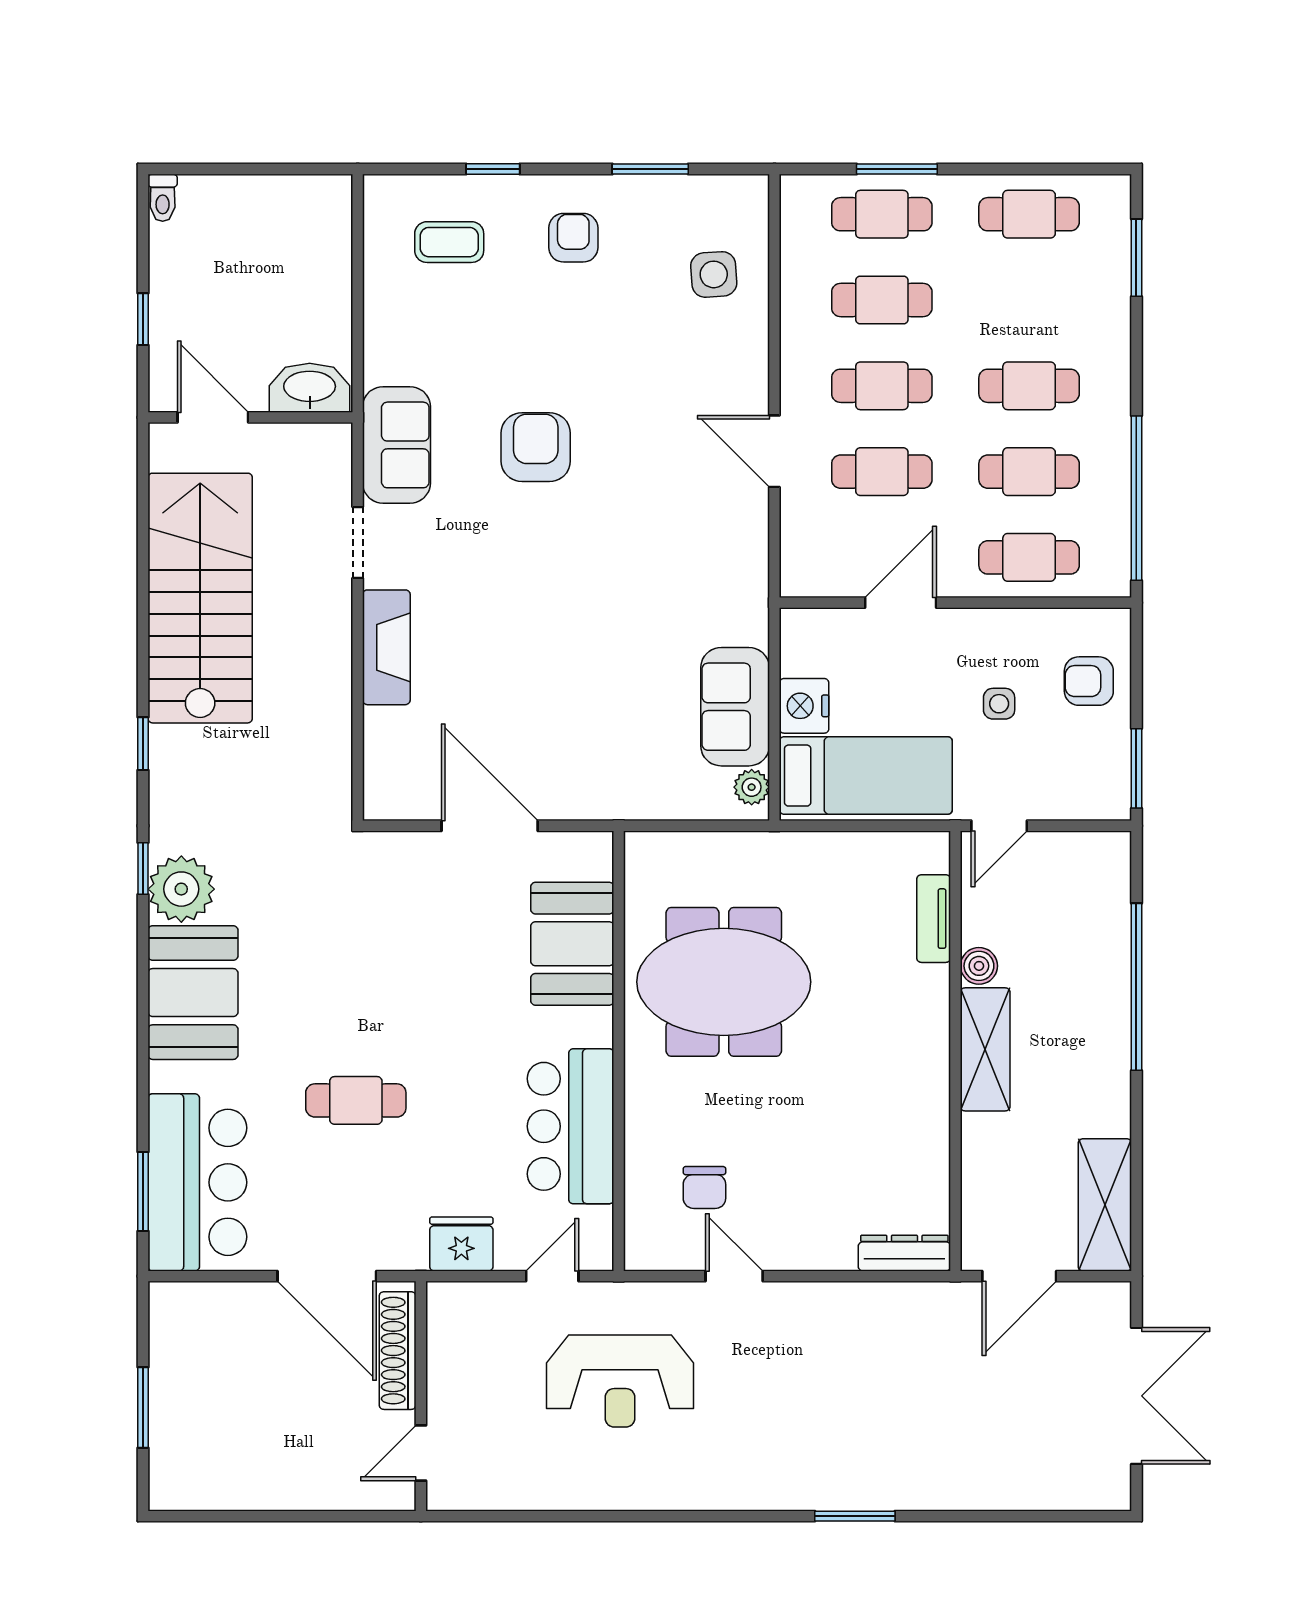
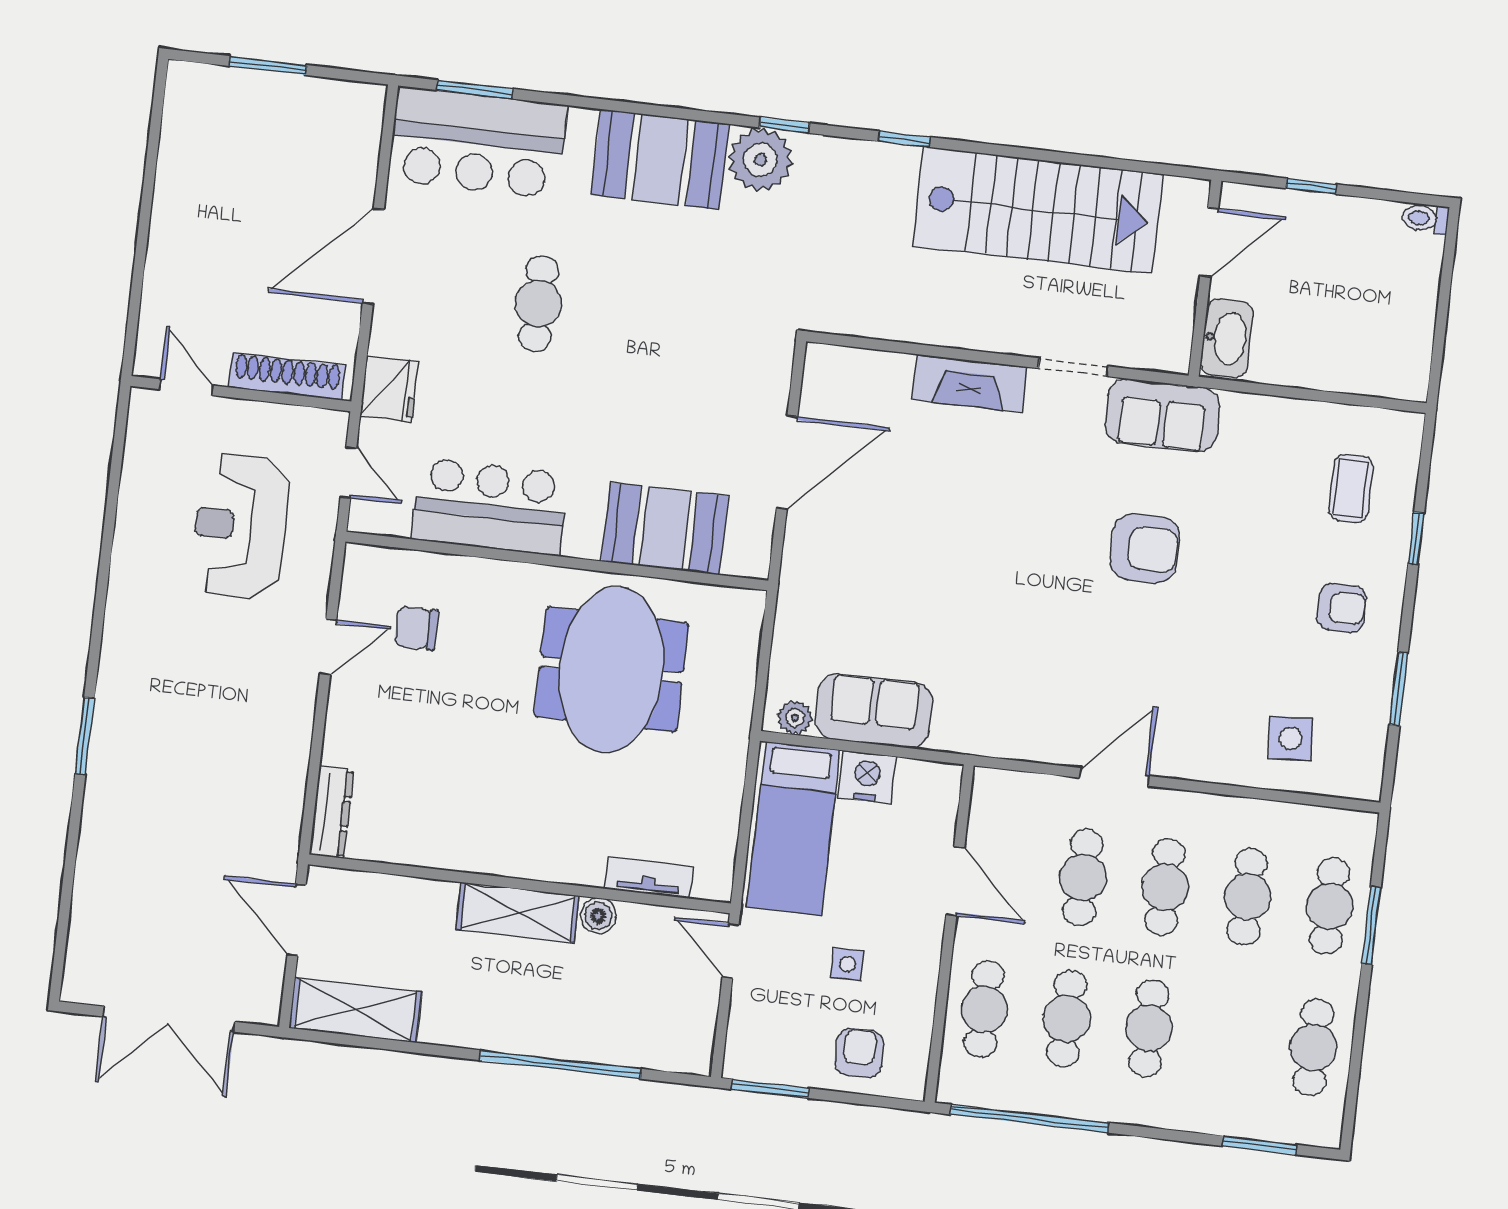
shoe rack: (398, 1351) -> (287, 376), moved
wall: (421, 1396) -> (241, 394), moved
door: (421, 1453) -> (186, 387), moved

